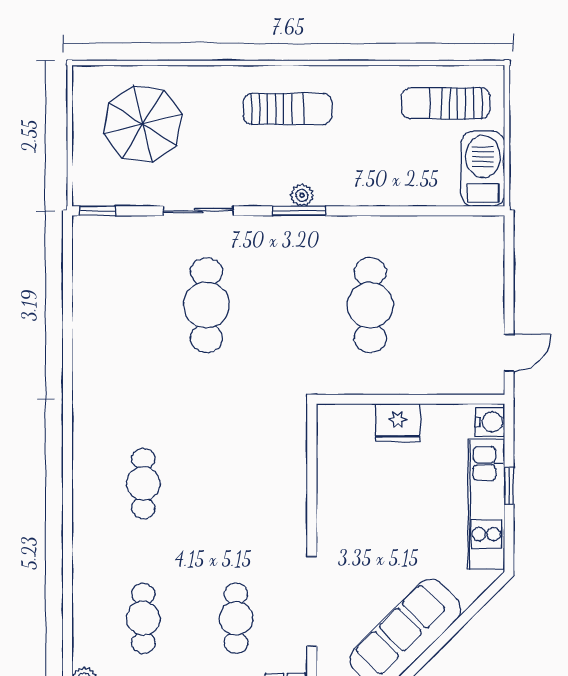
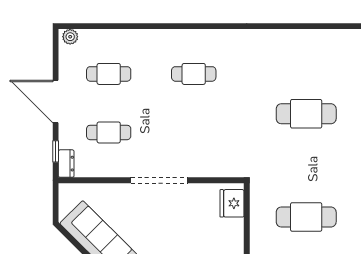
fridge: (398, 423) -> (232, 203), moved
doorway: (312, 601) -> (159, 180), moved

